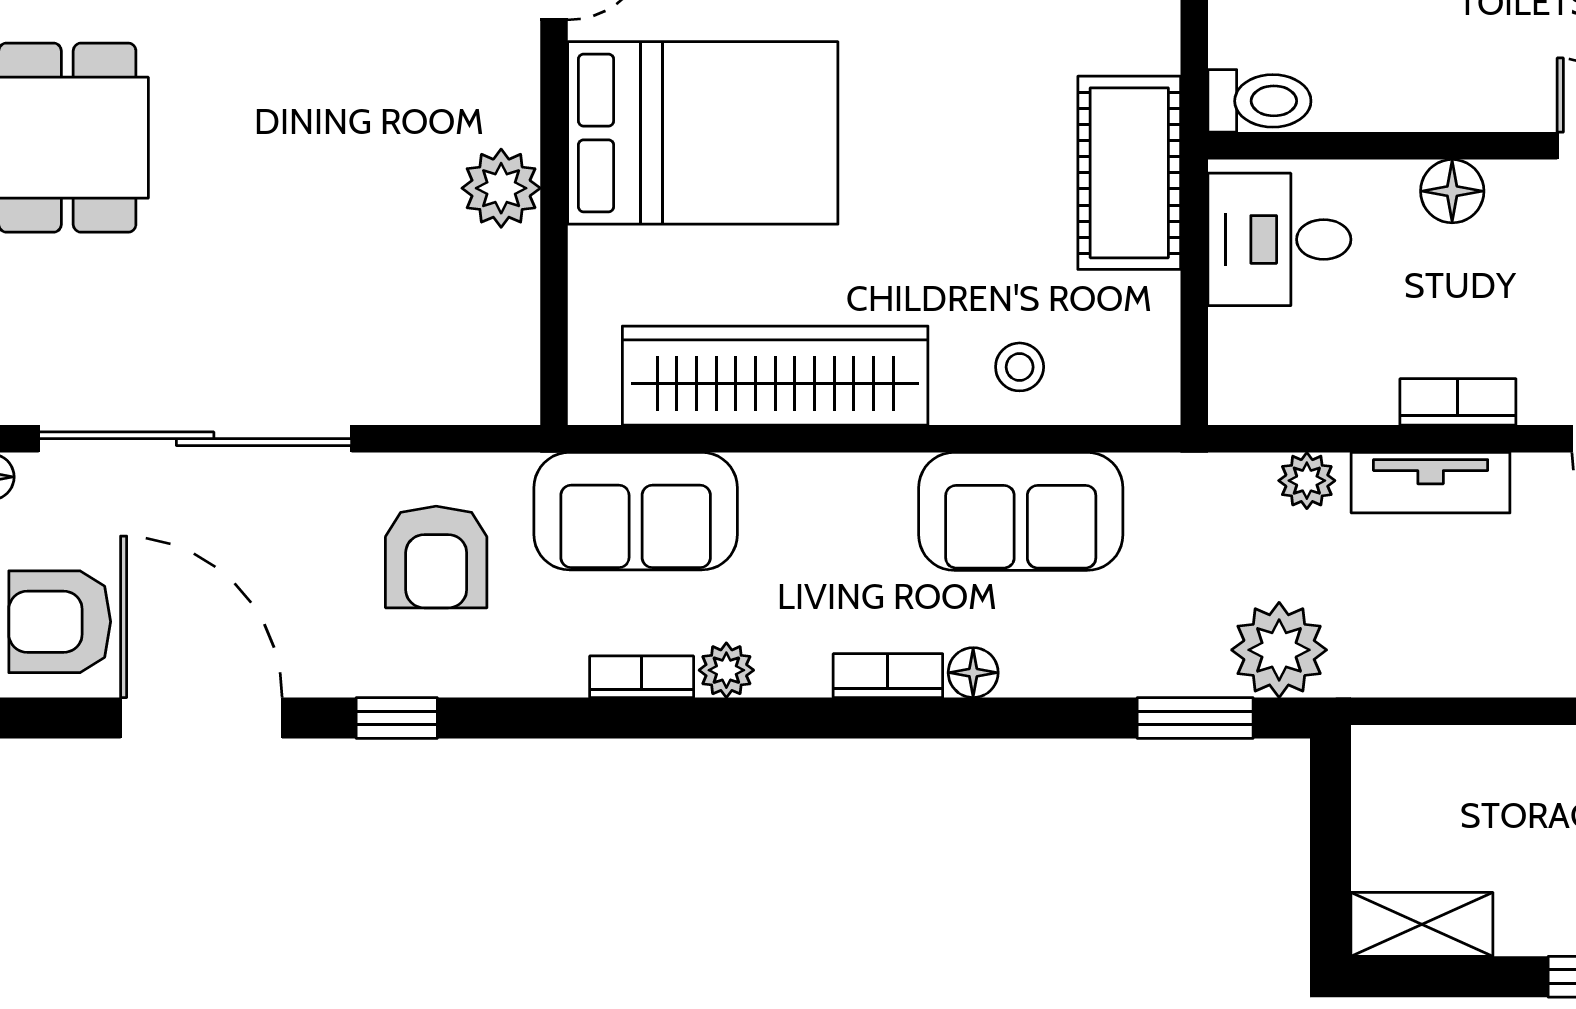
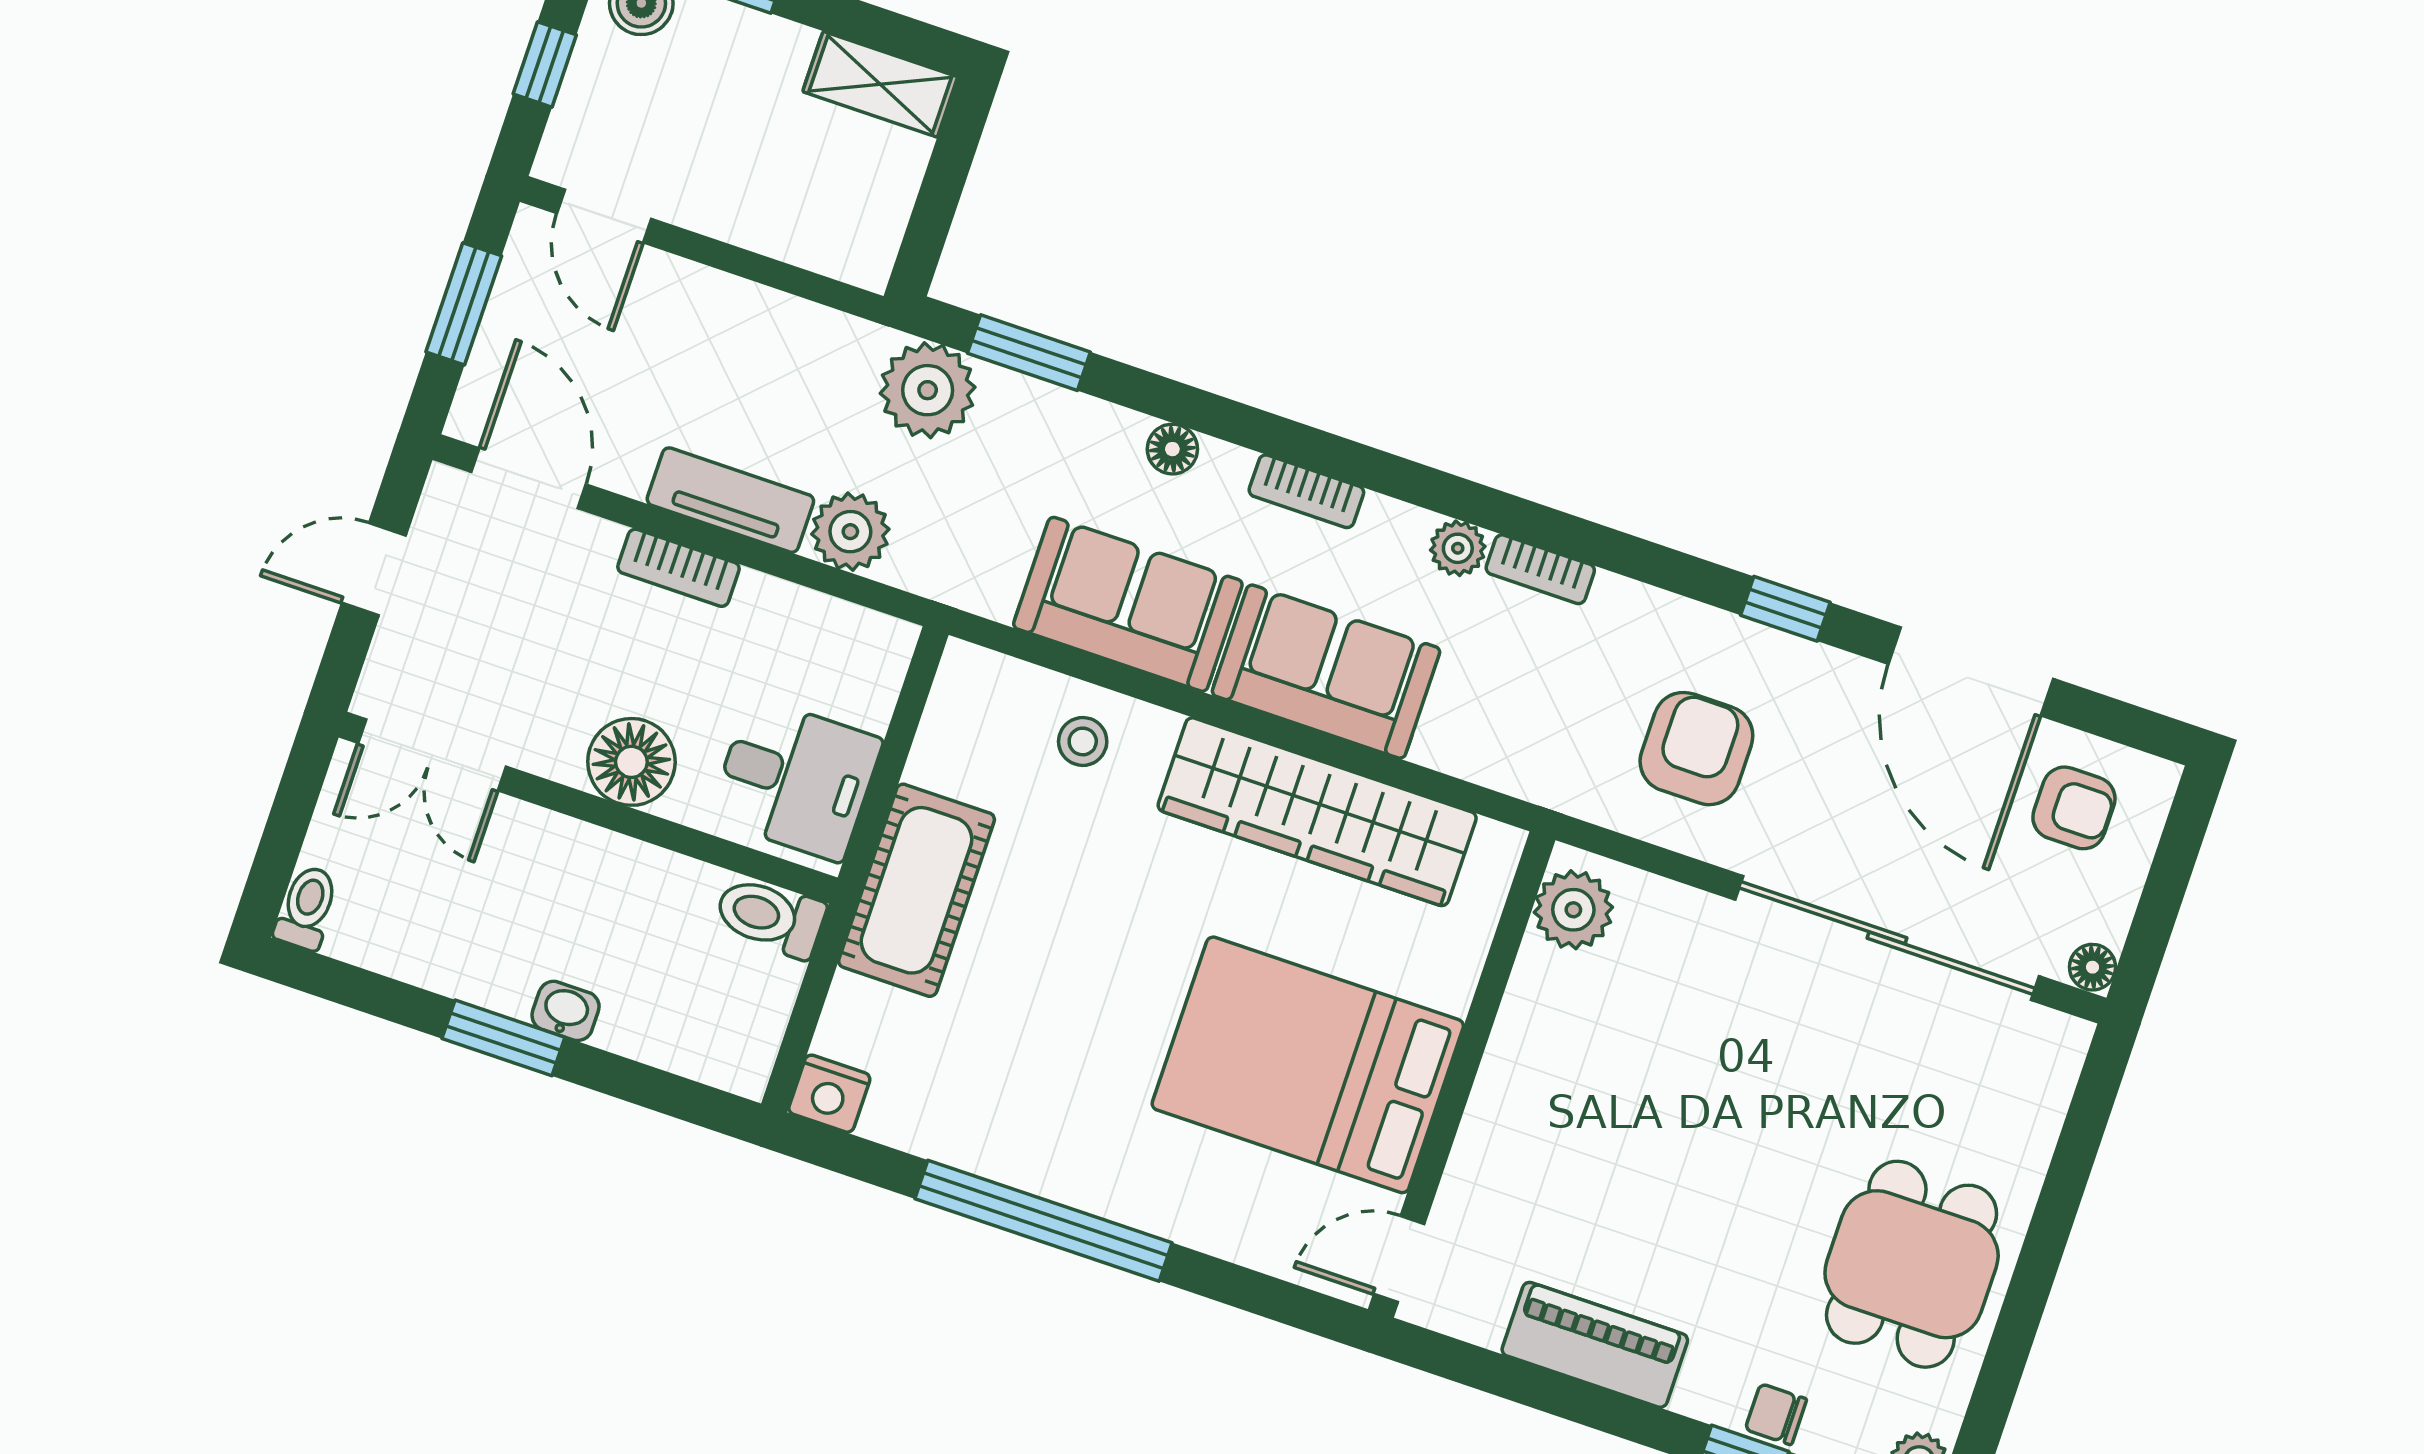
plant: (501, 188) -> (1573, 910), moved
floor lamp: (1452, 191) -> (631, 762), width x1.38, depth x1.38
plant: (1307, 481) -> (850, 532), width x1.38, depth x1.38
sofa: (636, 511) -> (1326, 672), moved
armchair: (60, 622) -> (2074, 808), width x0.72, depth x0.72
floor lamp: (973, 673) -> (1172, 449), moved

